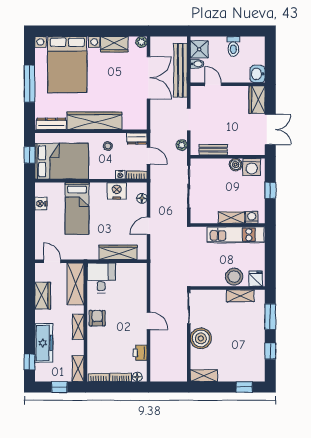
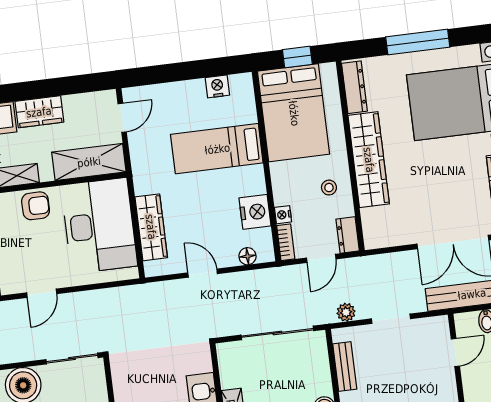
desk: (101, 278) -> (99, 226), width x1.87, depth x1.30
wardrobe: (43, 296) -> (39, 112), moved

